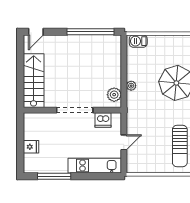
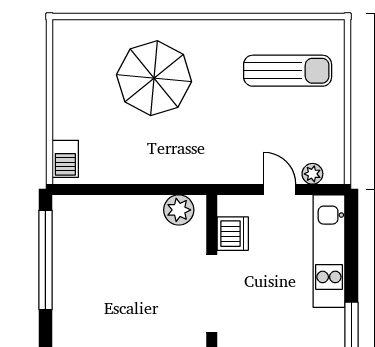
plant: (131, 86) -> (312, 174), moved

